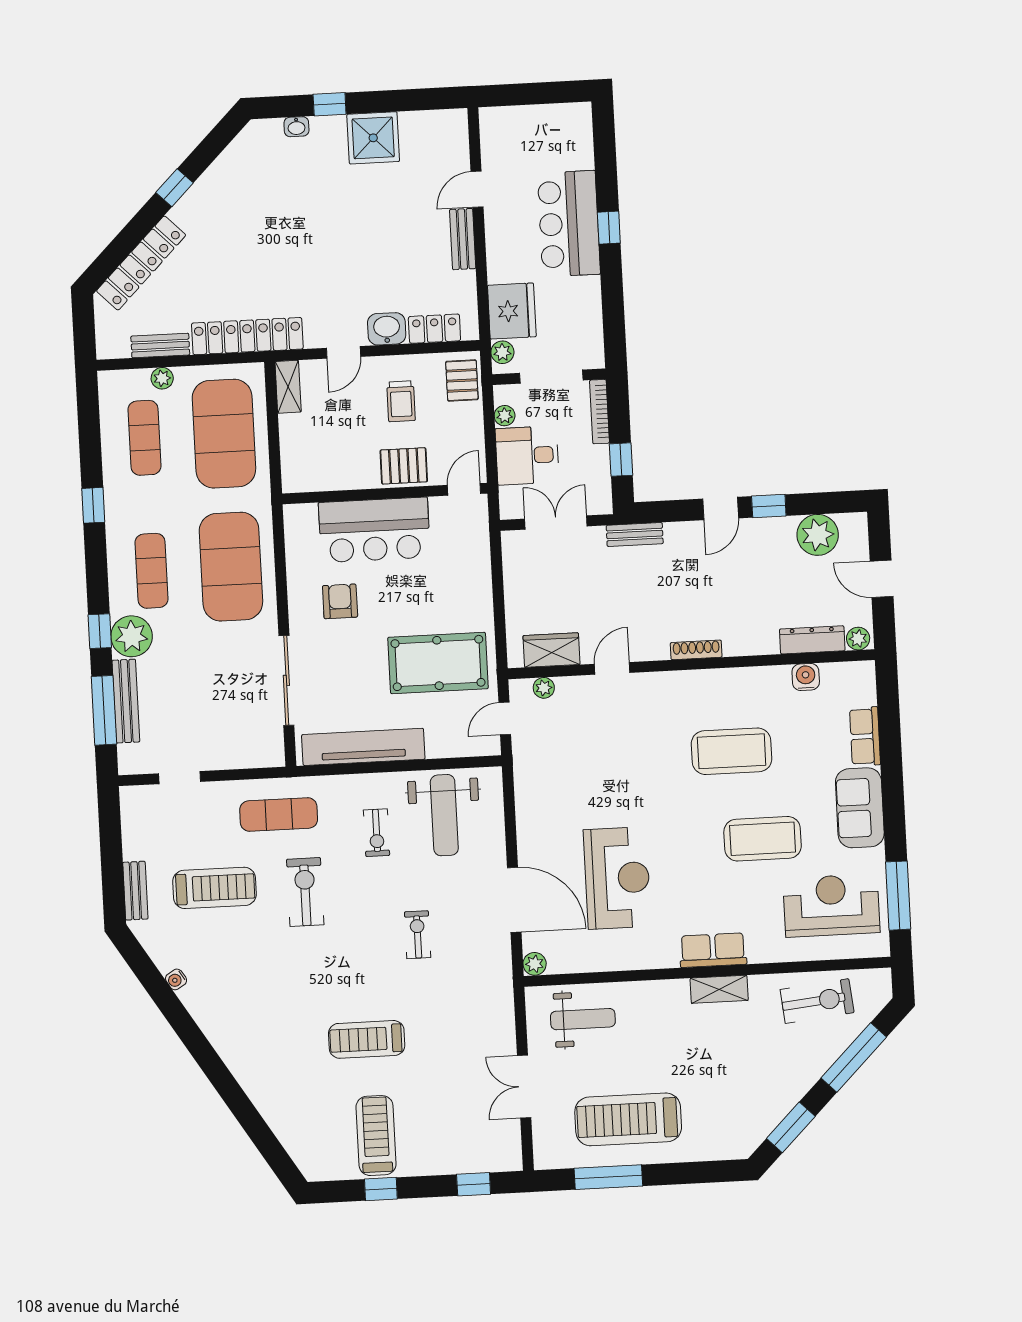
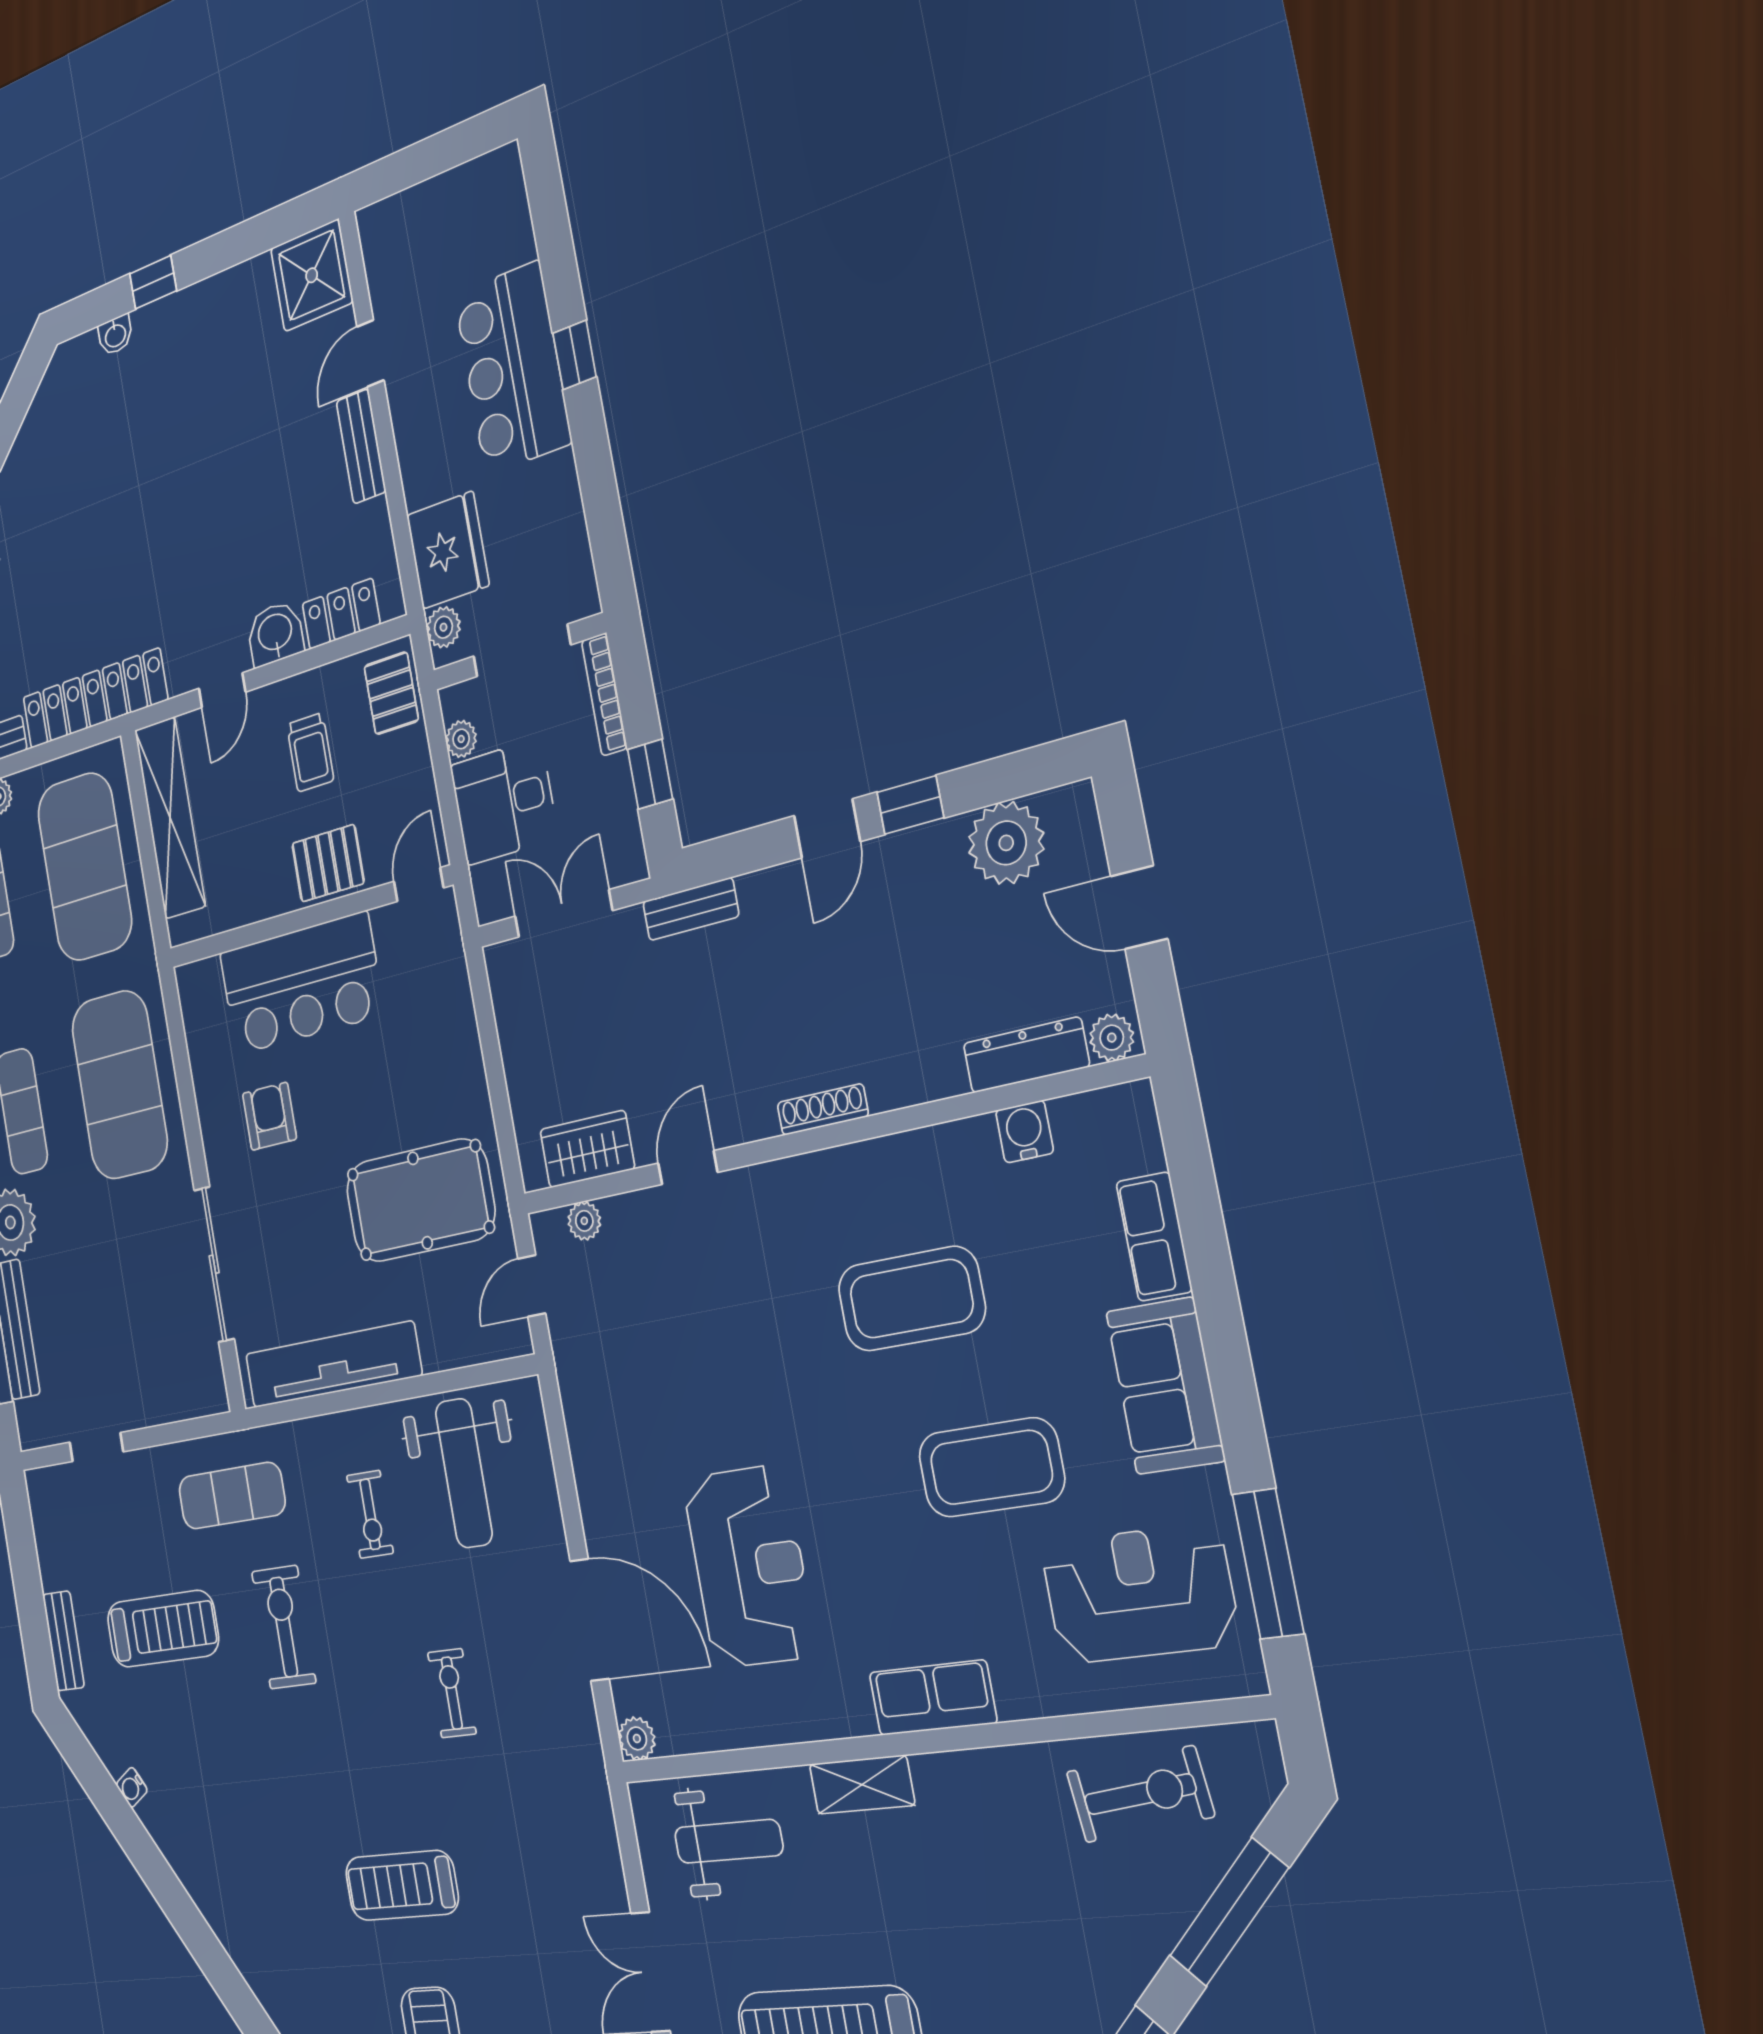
shower: (373, 138) -> (312, 275), moved
shelving: (288, 387) -> (170, 818), width x2.20, depth x1.33
shelving: (719, 989) -> (862, 1785), moved

